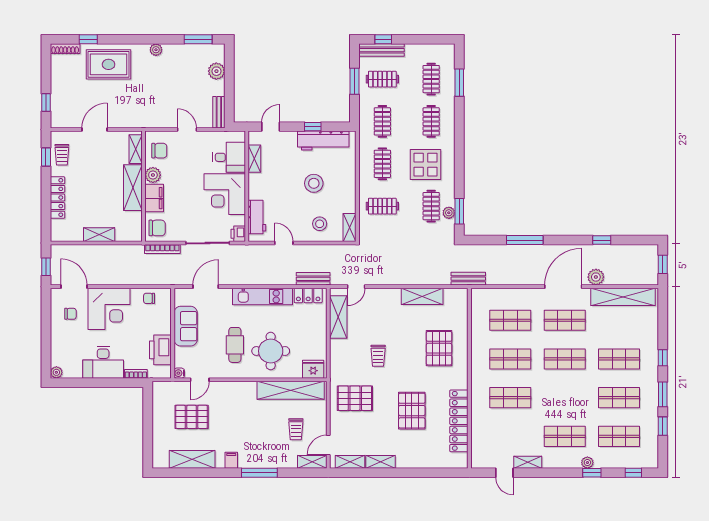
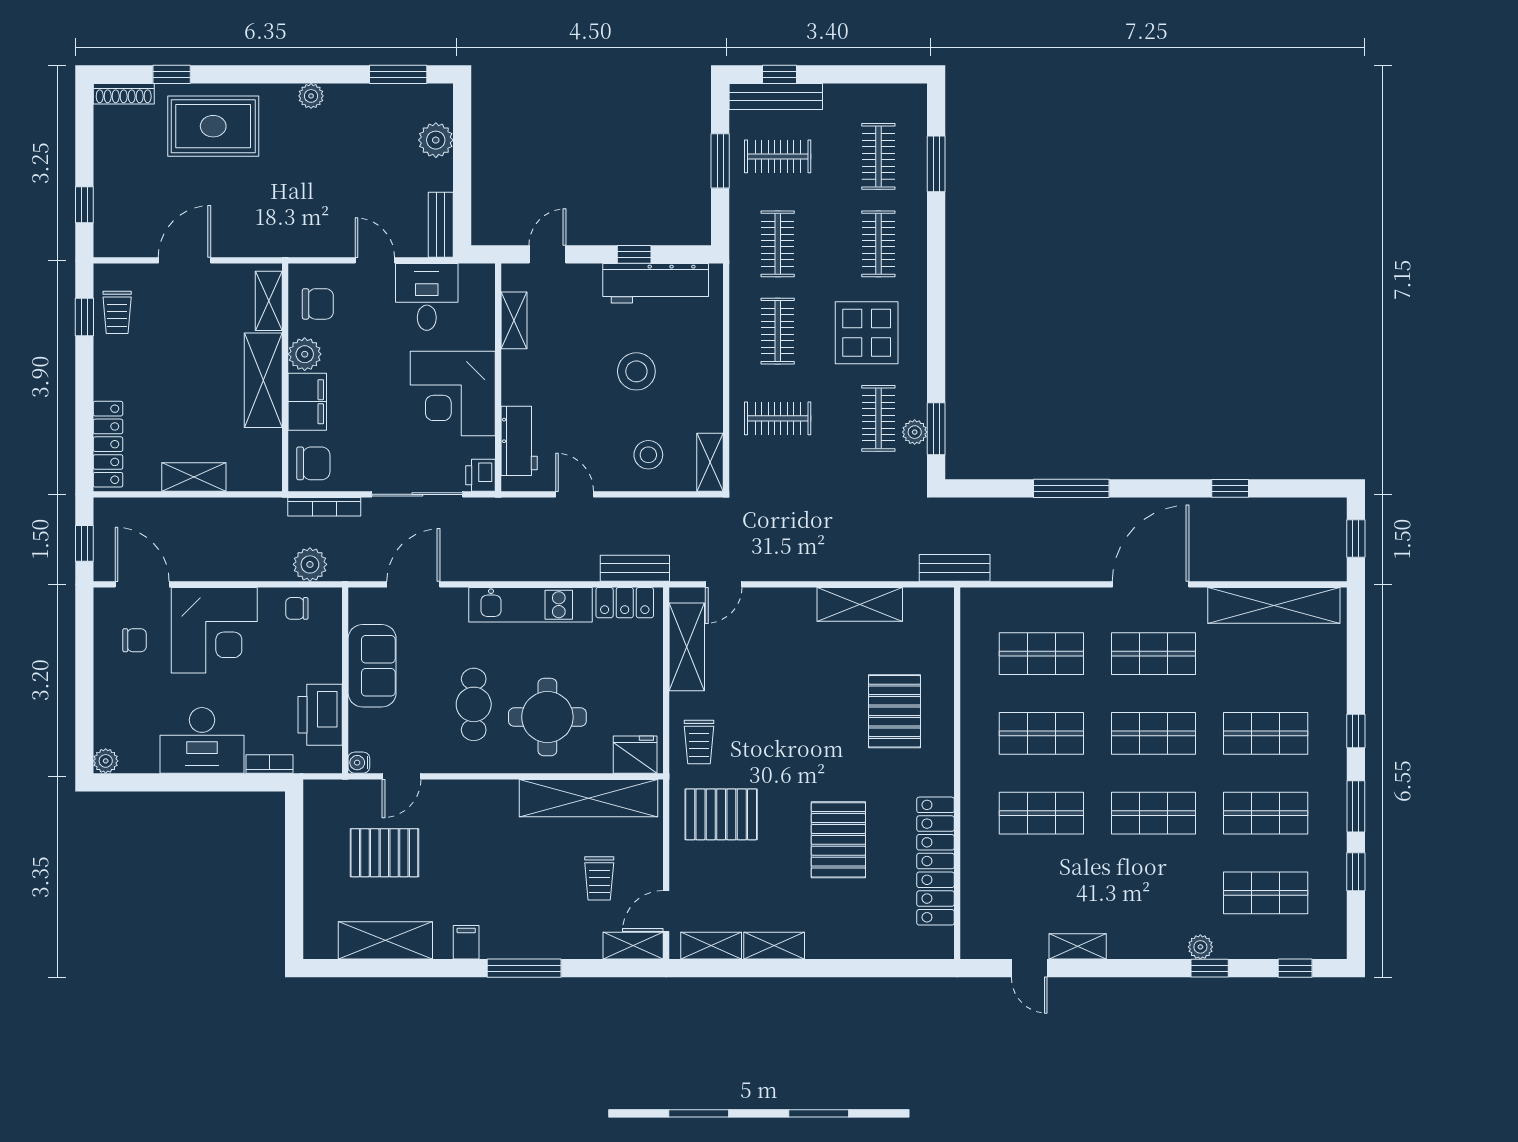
desk: (229, 157) -> (427, 297), moved, turned -90
locker: (57, 197) -> (108, 444), moved
plant: (596, 277) -> (310, 564), moved
trolley: (378, 356) -> (699, 742), moved
shop shelf: (565, 436) -> (1153, 813), moved

